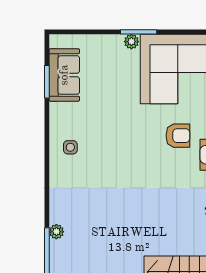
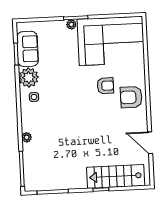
plant: (64, 118) -> (29, 77), added
plant: (56, 232) -> (27, 137), moved

